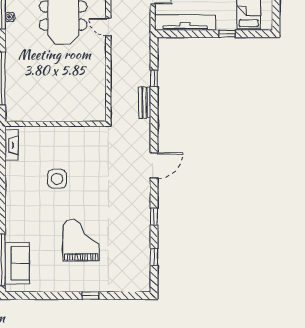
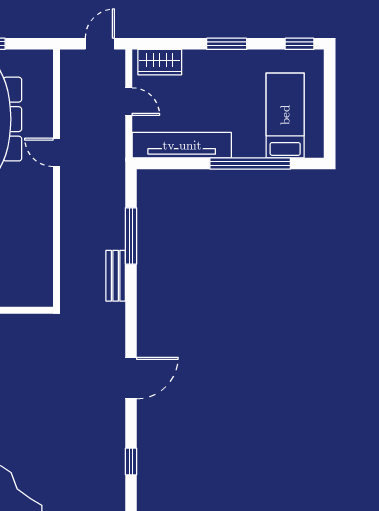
window: (227, 34) -> (250, 163), width x3.17
window: (154, 78) -> (131, 236), width x2.17

